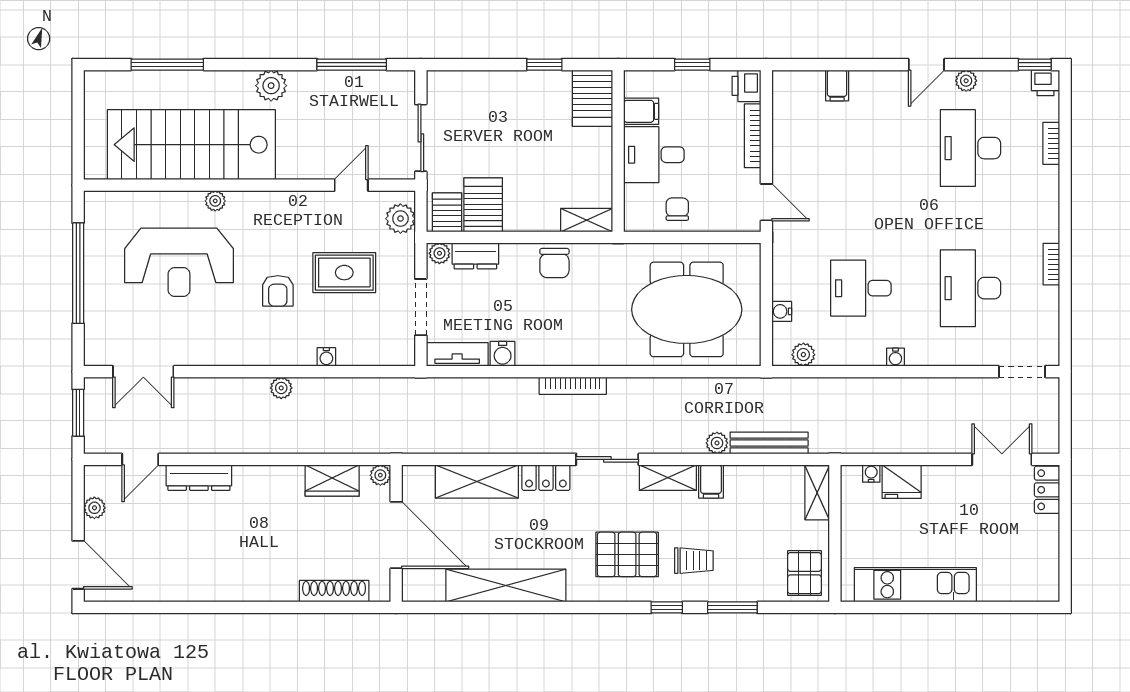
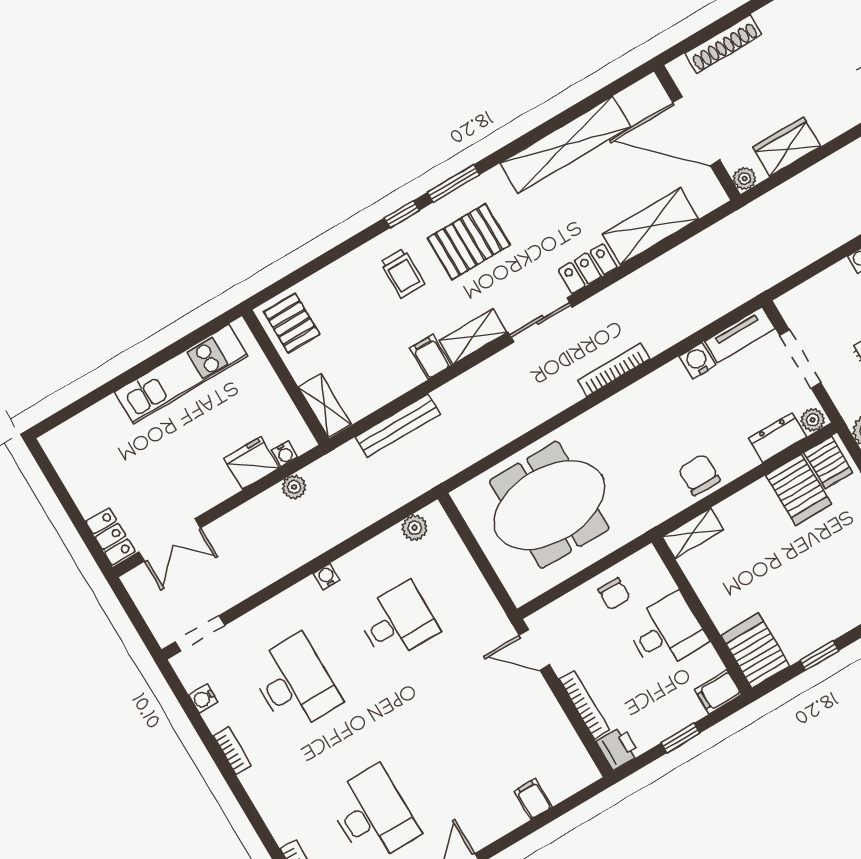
filing cabinet: (641, 111) -> (718, 692), moved
water cooler: (782, 311) -> (203, 699), moved, turned 180
plant: (717, 443) -> (294, 487), moved
trolley: (694, 561) -> (402, 273), turned -90
window: (732, 607) -> (453, 183), moved

